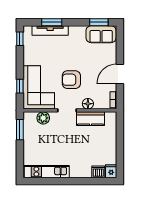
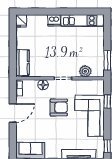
corner sofa: (39, 87) -> (90, 116), moved
kitchen counter: (90, 119) -> (22, 62), moved, turned 90
dishwasher: (98, 172) -> (54, 20), moved

